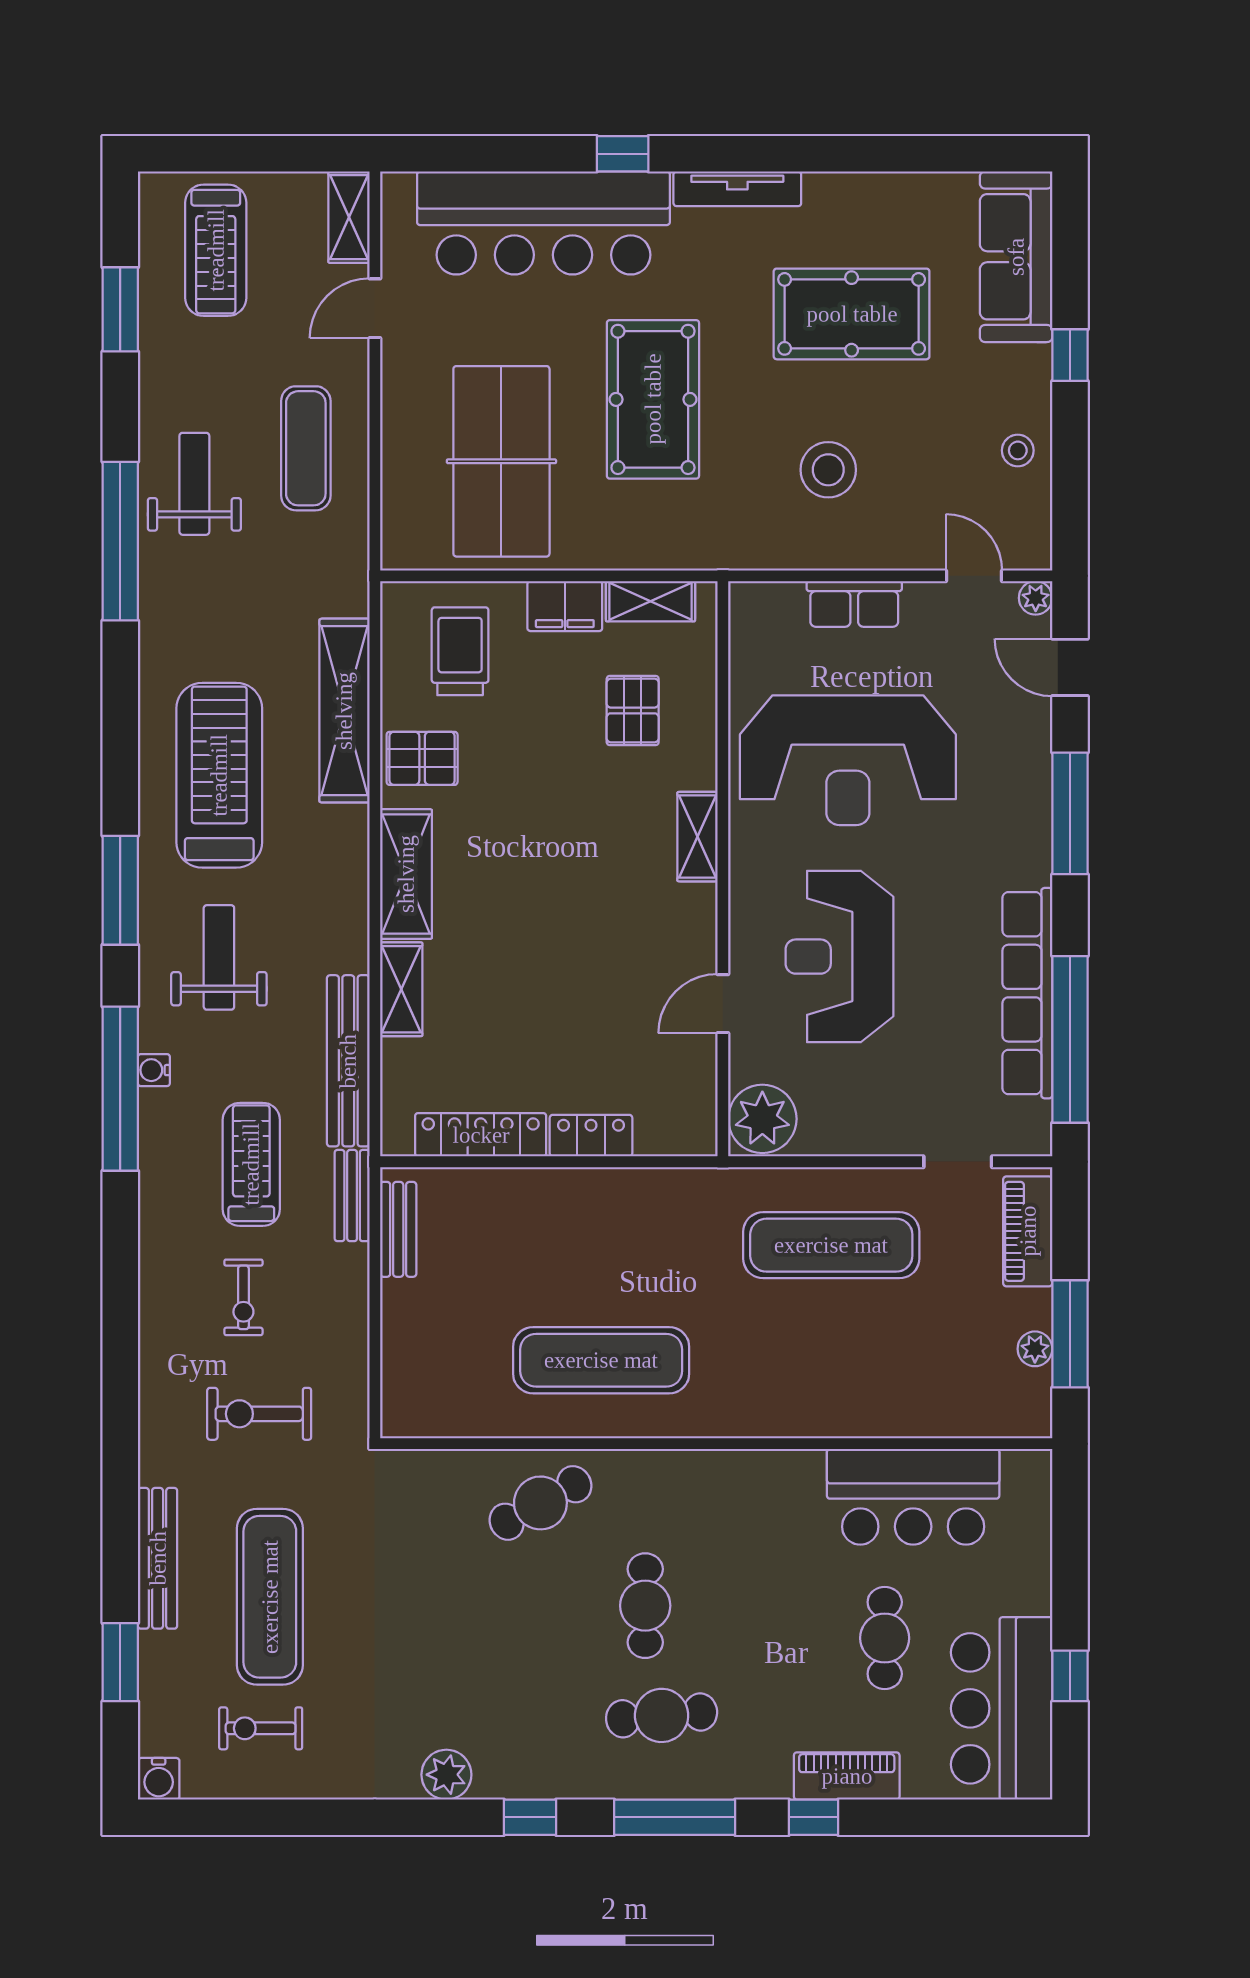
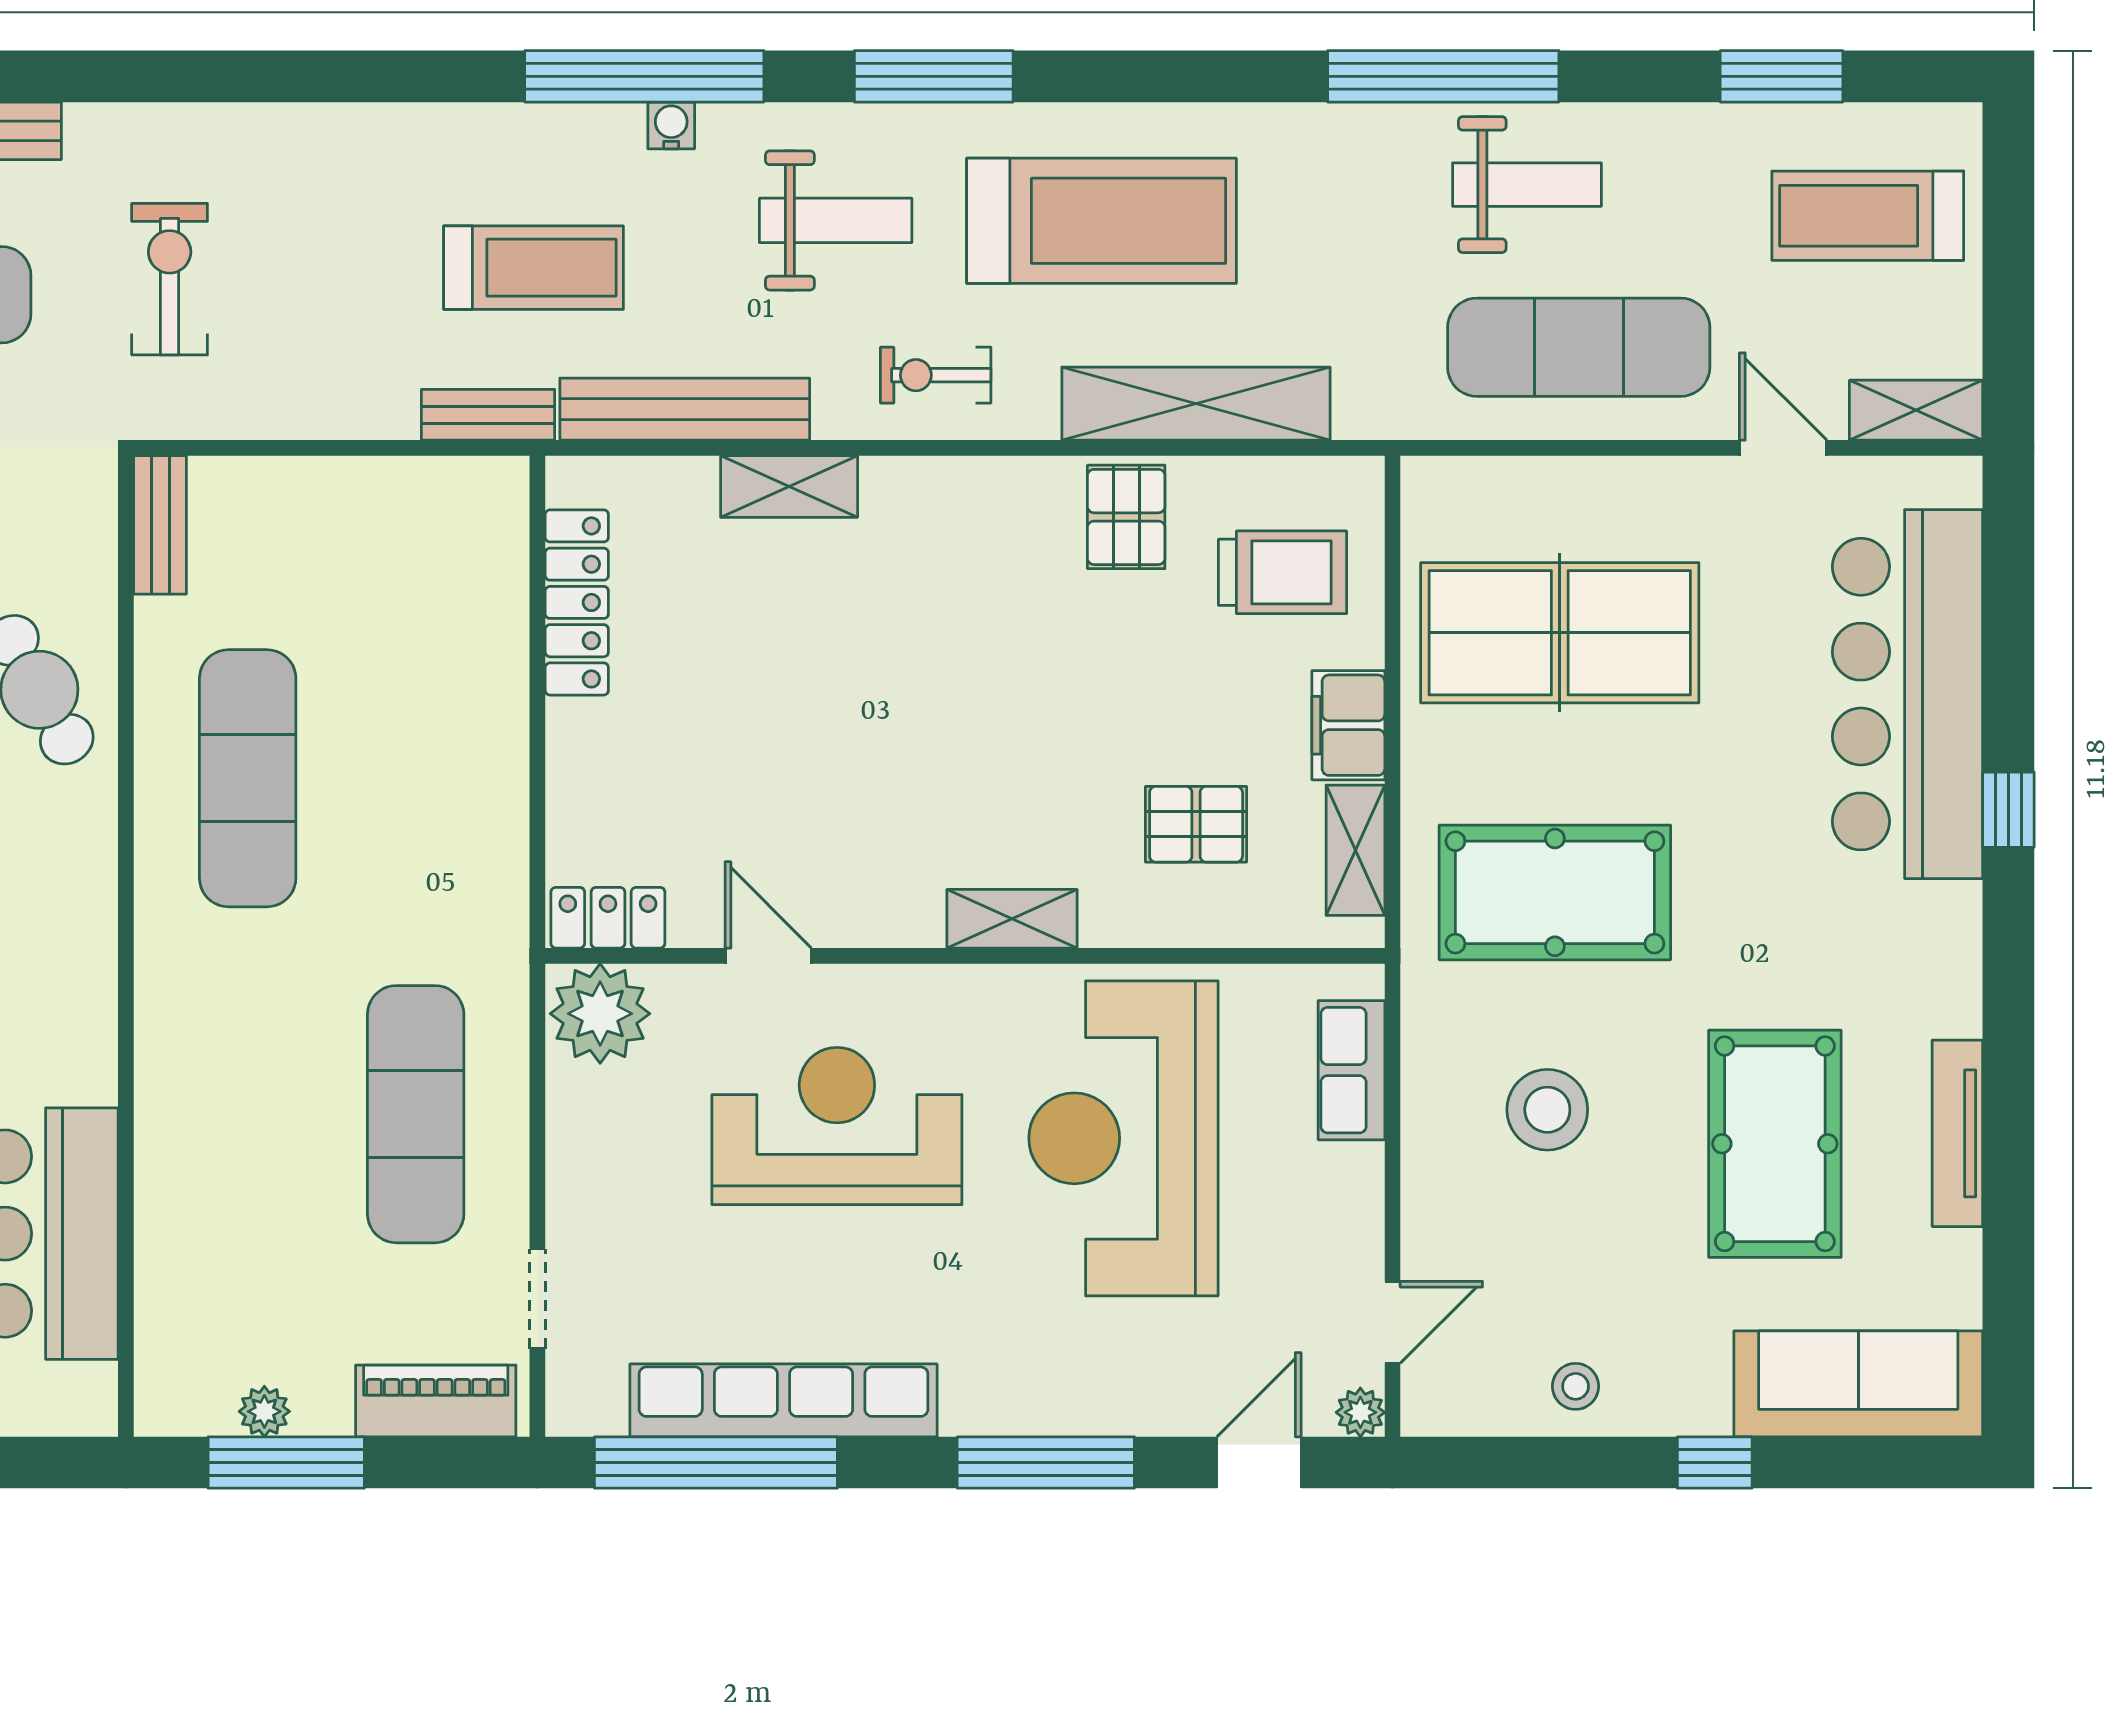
tv unit: (737, 189) -> (1957, 1133), moved
pool table: (653, 399) -> (1555, 892), moved
exercise mat: (306, 448) -> (1579, 347), width x1.36, depth x1.45
row of seats: (854, 604) -> (1351, 1070), moved
shelving: (406, 874) -> (957, 493), removed
locker: (591, 1136) -> (608, 918), moved, turned -90
bench: (398, 1229) -> (160, 525), moved, turned 90
exercise bike: (243, 1297) -> (936, 375), moved

